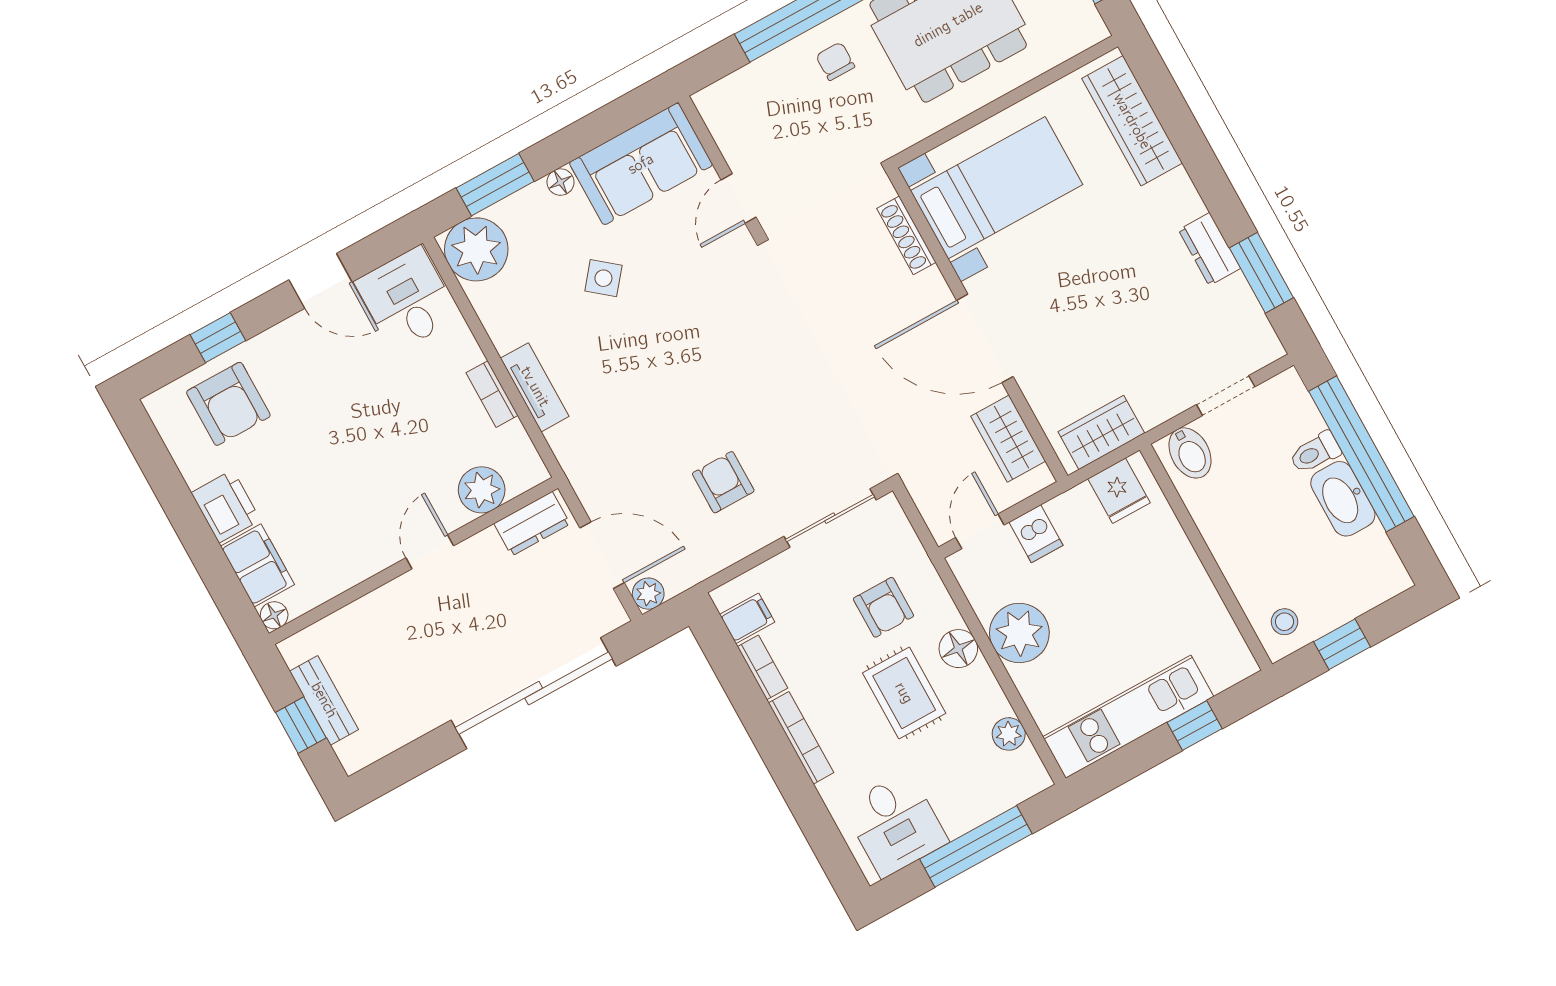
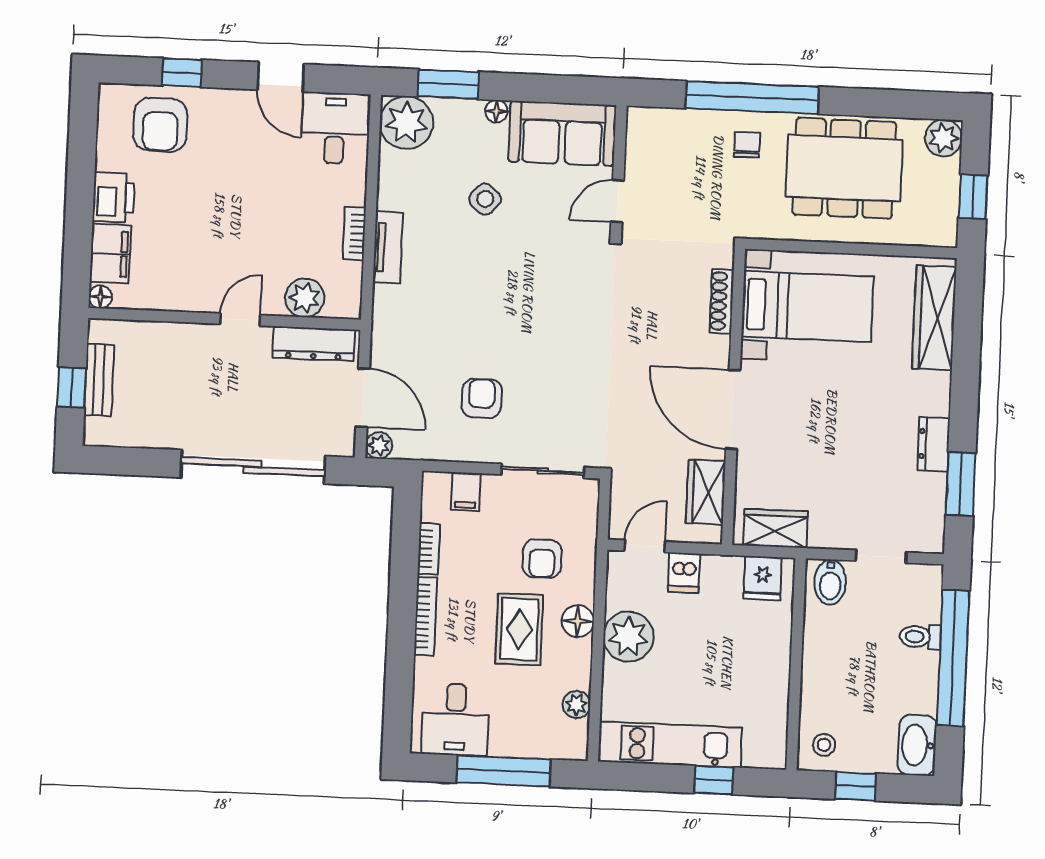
washbasin: (1343, 499) -> (917, 745), moved
dresser: (532, 524) -> (314, 344), width x1.44
filing cabinet: (747, 618) -> (466, 492), moved, turned 90

